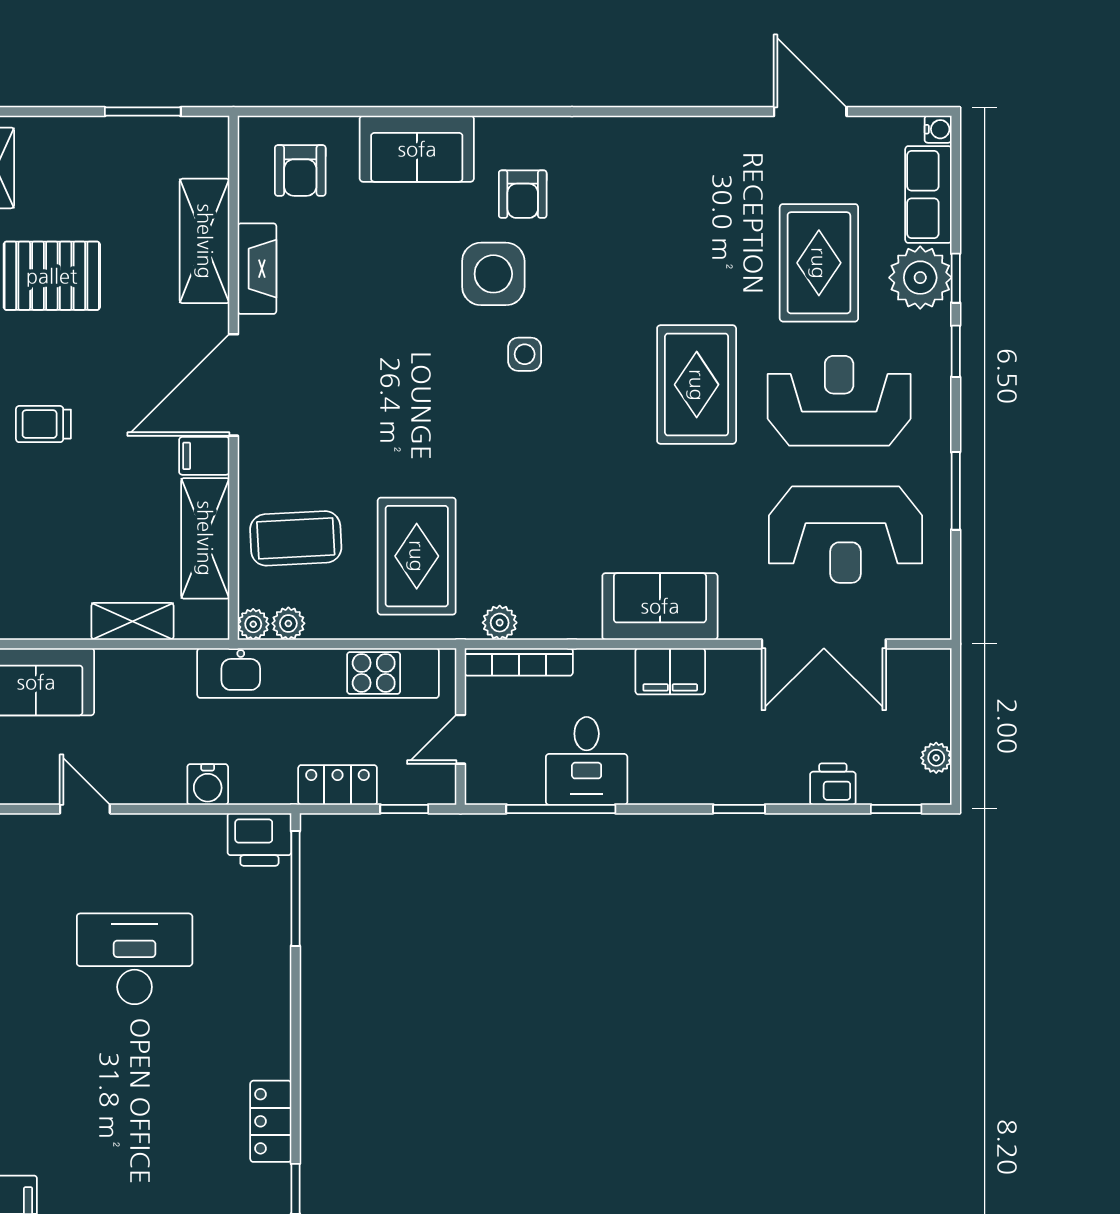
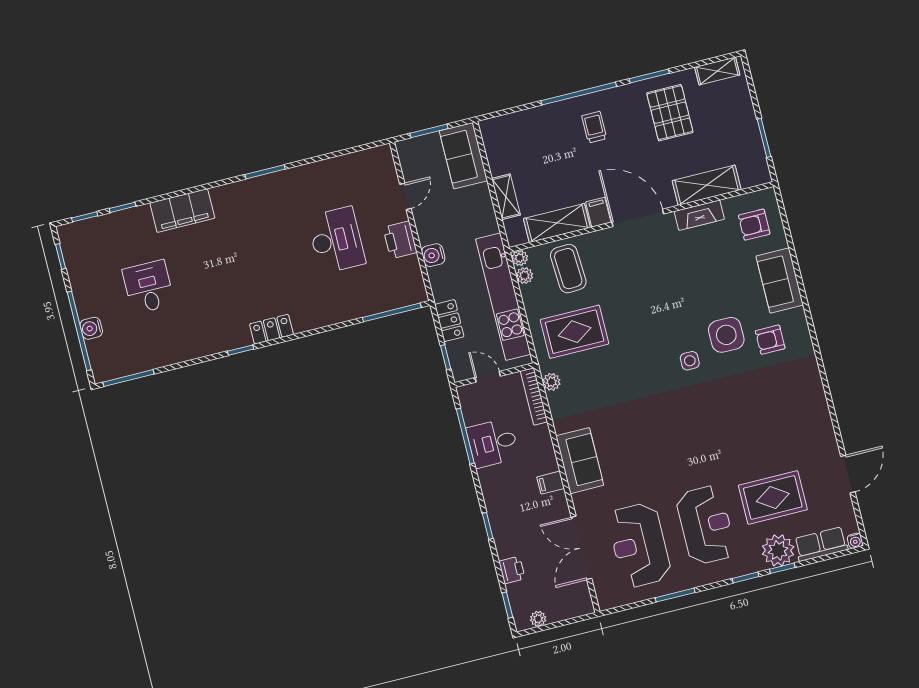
rug: (697, 385) -> (696, 451), removed
filing cabinet: (670, 671) -> (551, 483), width x0.50
printer: (259, 839) -> (400, 240), moved

